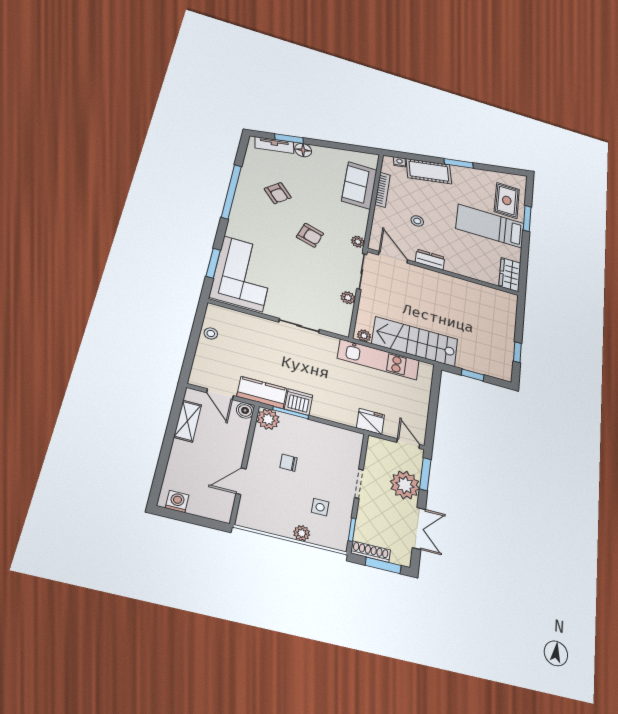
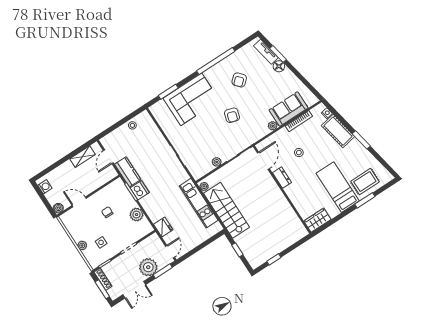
plant: (358, 242) -> (273, 126), moved
corner sofa: (243, 273) -> (191, 99), moved
boiler: (245, 410) -> (58, 208), moved
plant: (268, 419) -> (137, 215), moved

